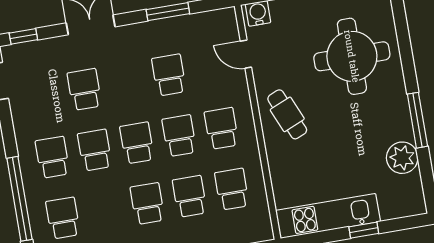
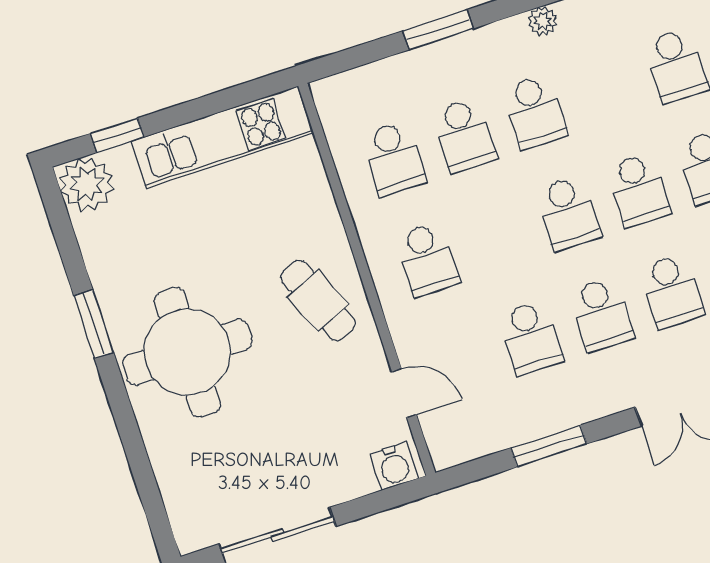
round table: (352, 56) -> (187, 352), moved
window: (417, 120) -> (94, 324), width x0.69
school desk: (179, 136) -> (601, 315), moved
plant: (402, 158) -> (87, 184), moved
window: (364, 230) -> (117, 135), moved

